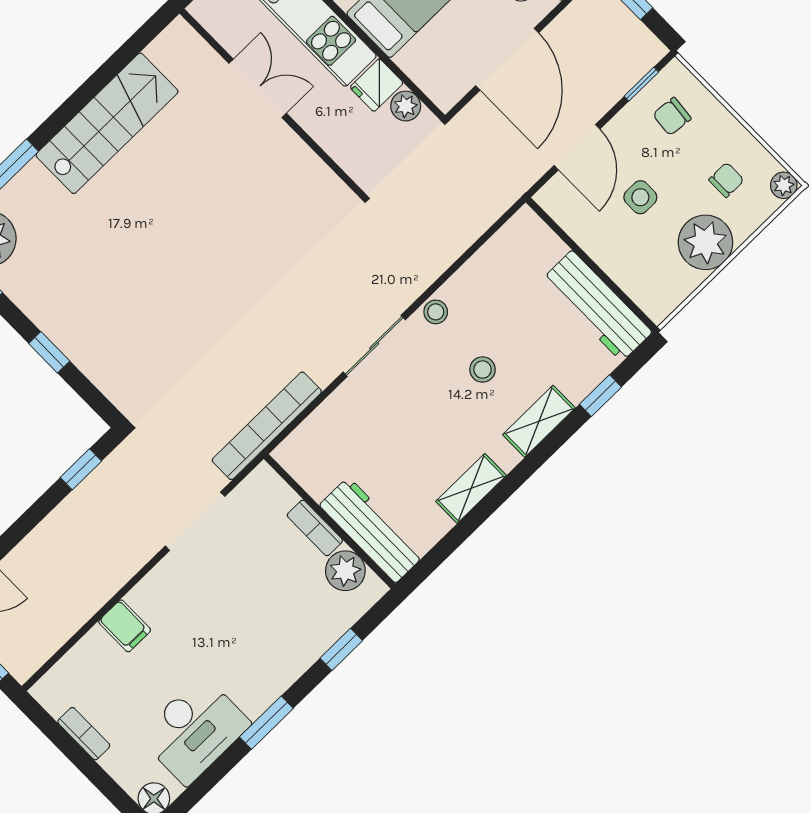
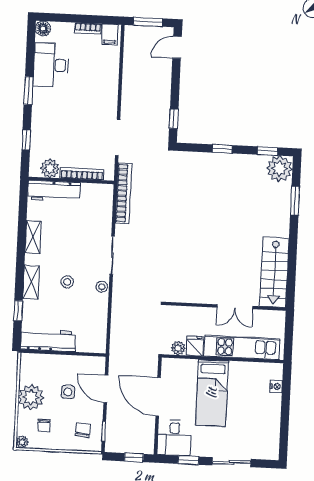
stairs: (107, 123) -> (274, 272), moved
bookcase: (315, 528) -> (82, 174), width x1.56
filing cabinet: (125, 626) -> (110, 35), moved, turned -90

